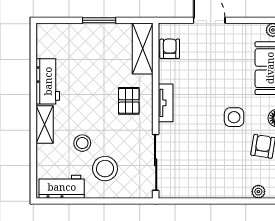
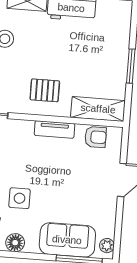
tv unit: (166, 103) -> (55, 129), moved

